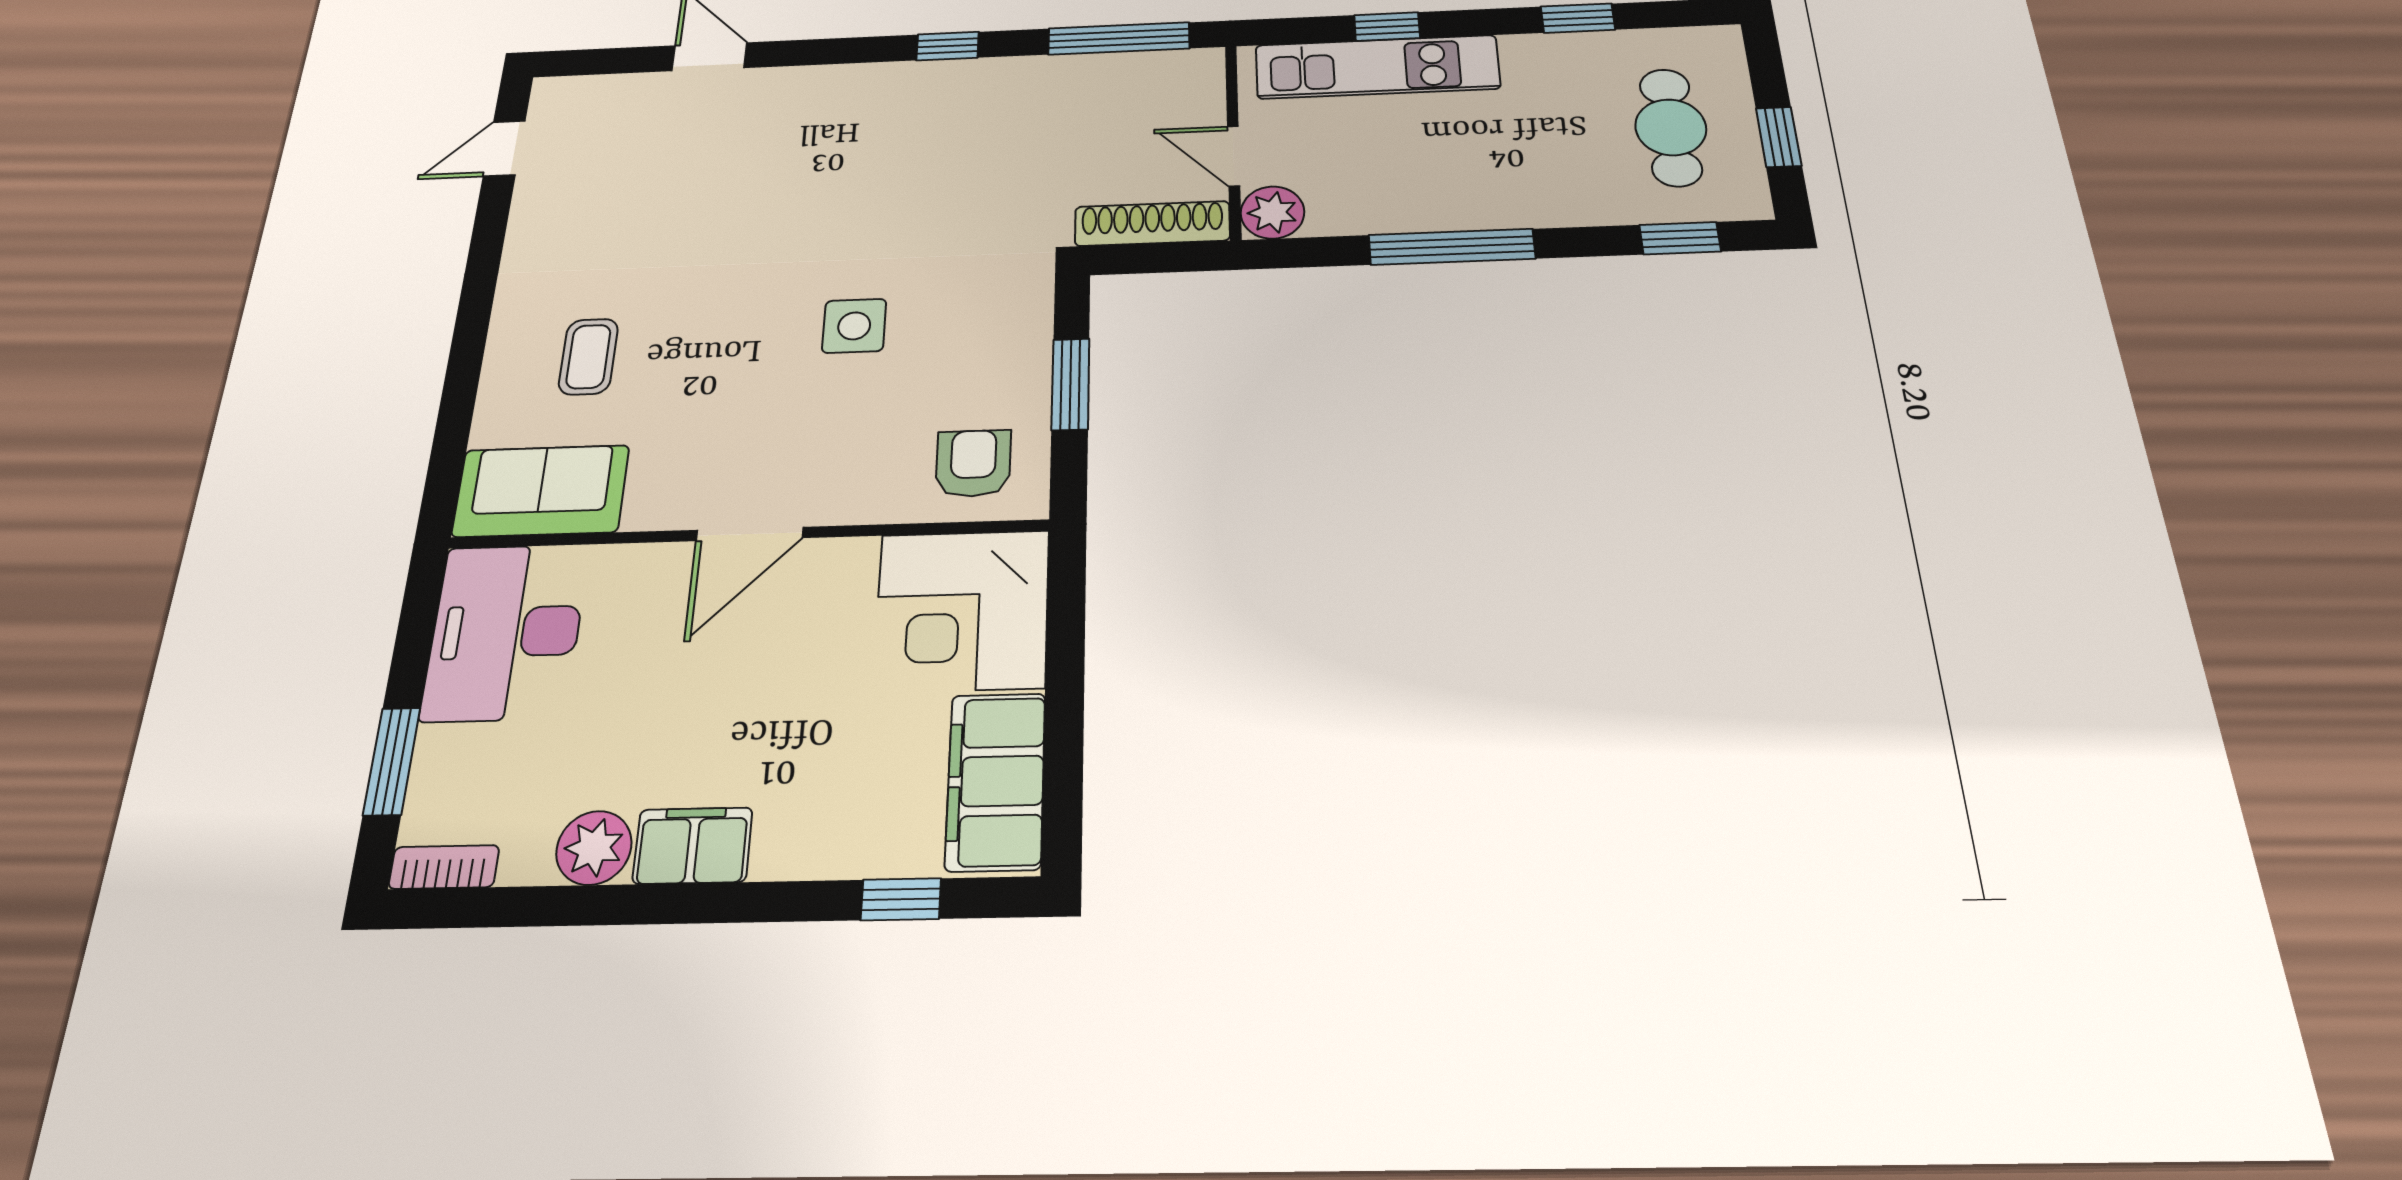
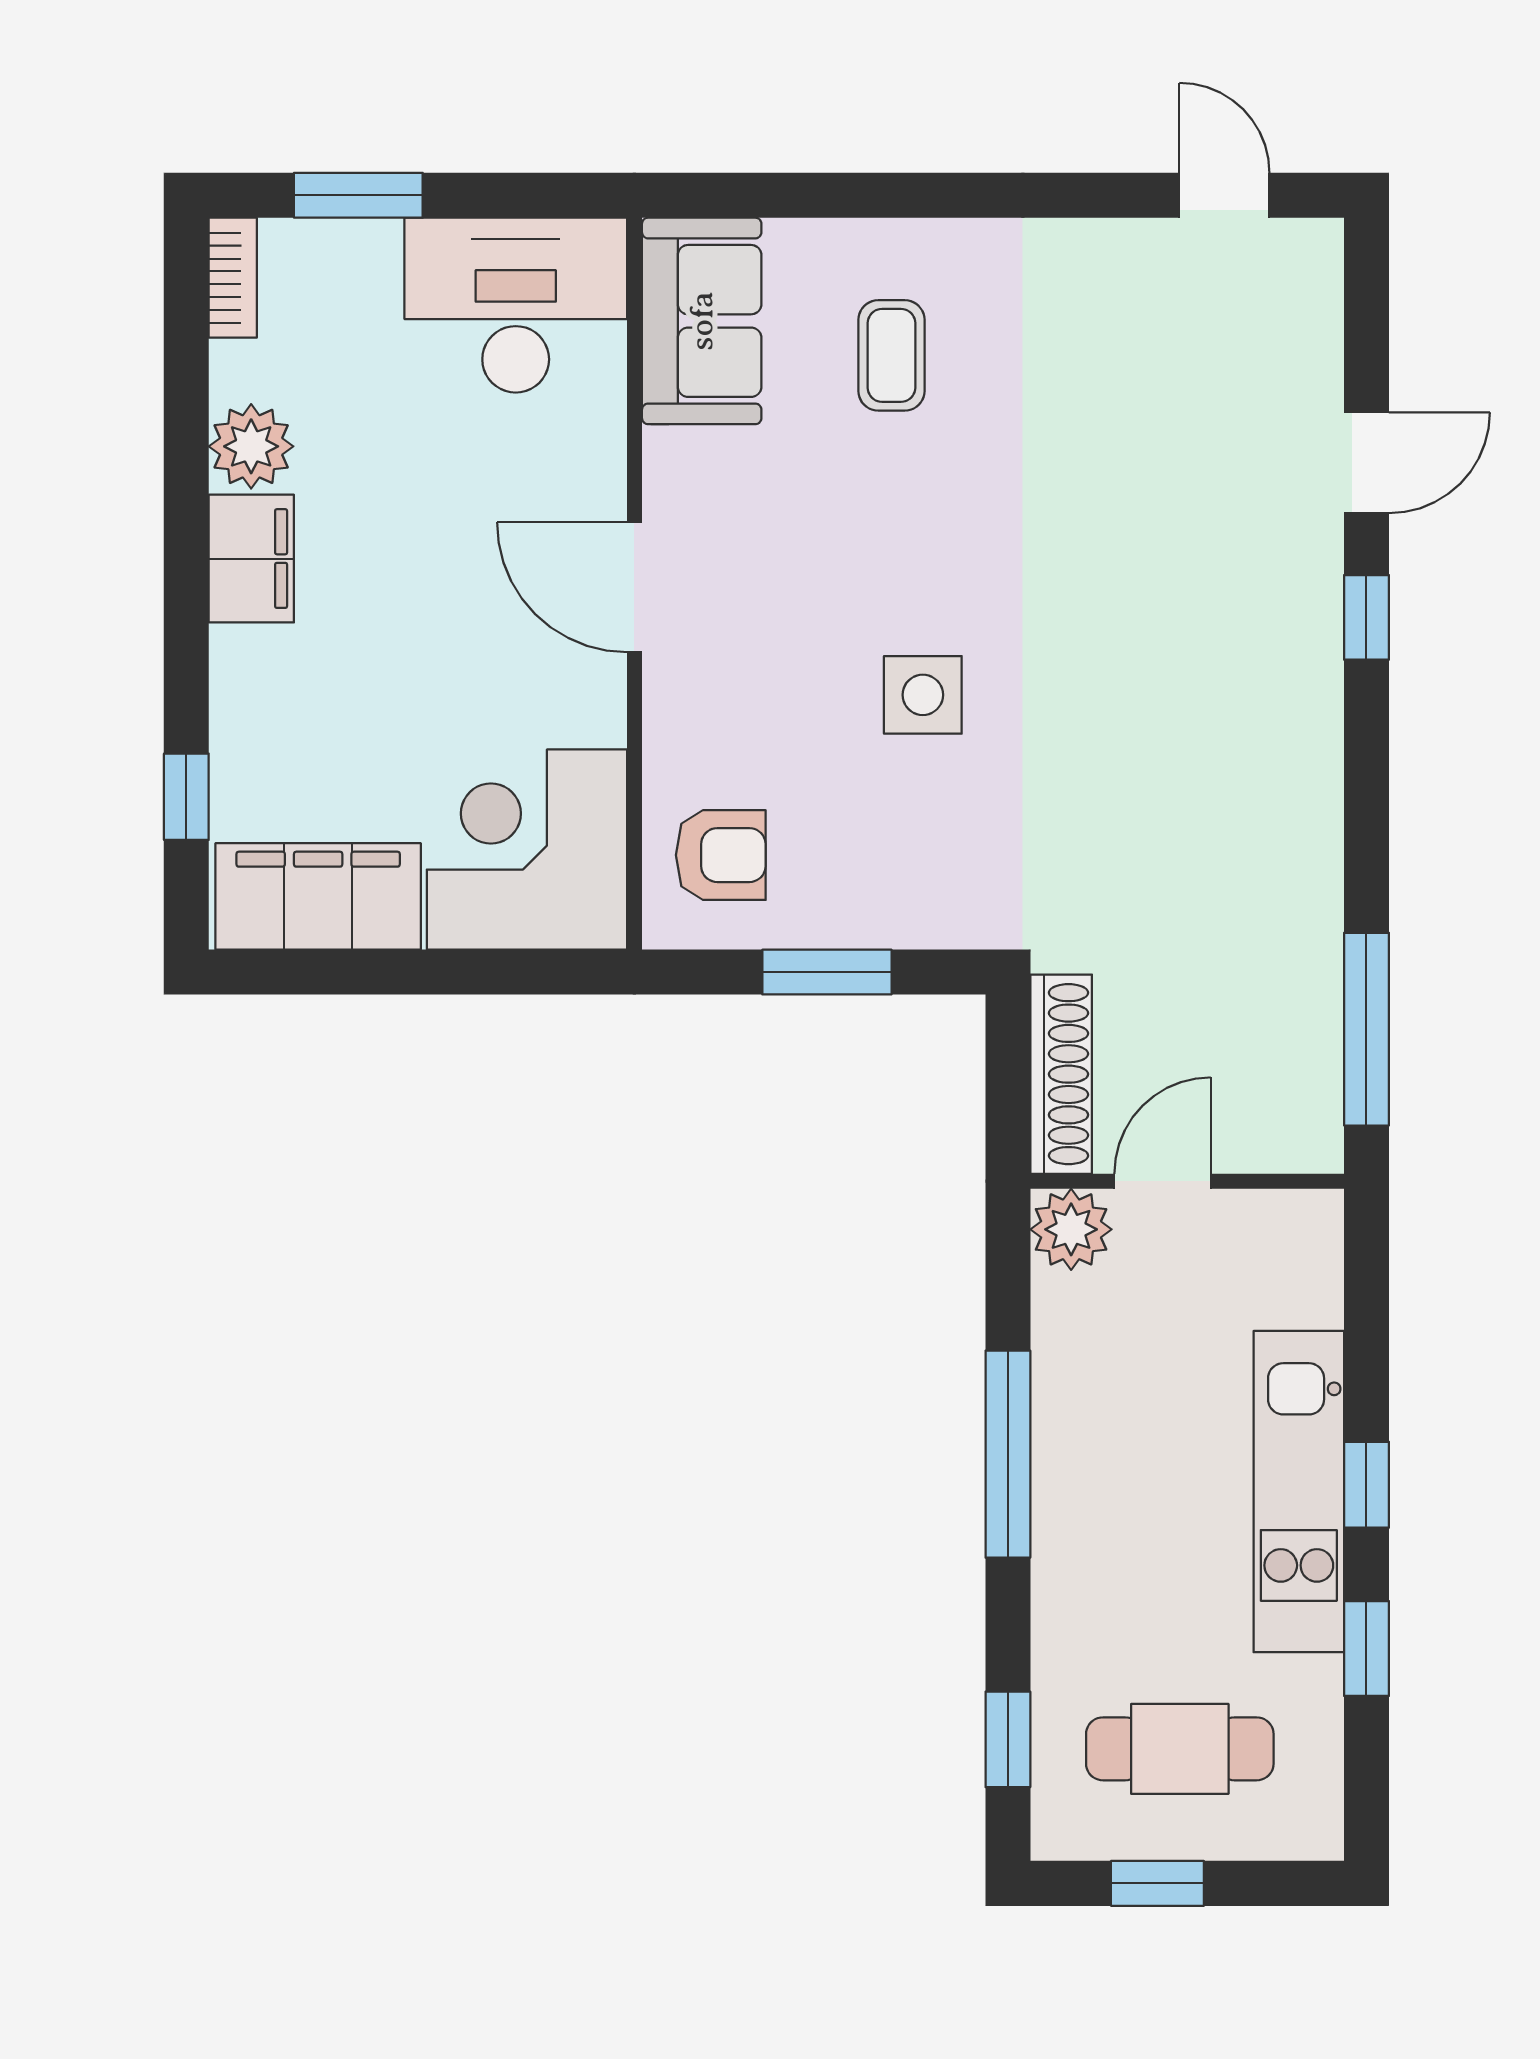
window: (1387, 27) -> (1366, 1485), moved
window: (948, 46) -> (1366, 617), moved
kitchen unit: (1377, 67) -> (1299, 1492), moved
coffee table: (588, 357) -> (891, 355), turned 90

